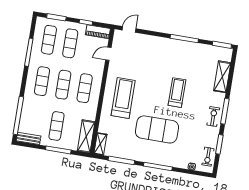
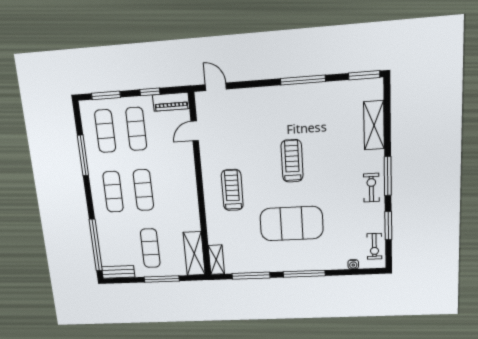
door: (129, 29) -> (216, 87), hinge flipped
exercise mat: (85, 88) -> (174, 188), removed
treadmill: (177, 93) -> (292, 161), moved
treadmill: (123, 98) -> (232, 190), width x0.73, depth x0.73

